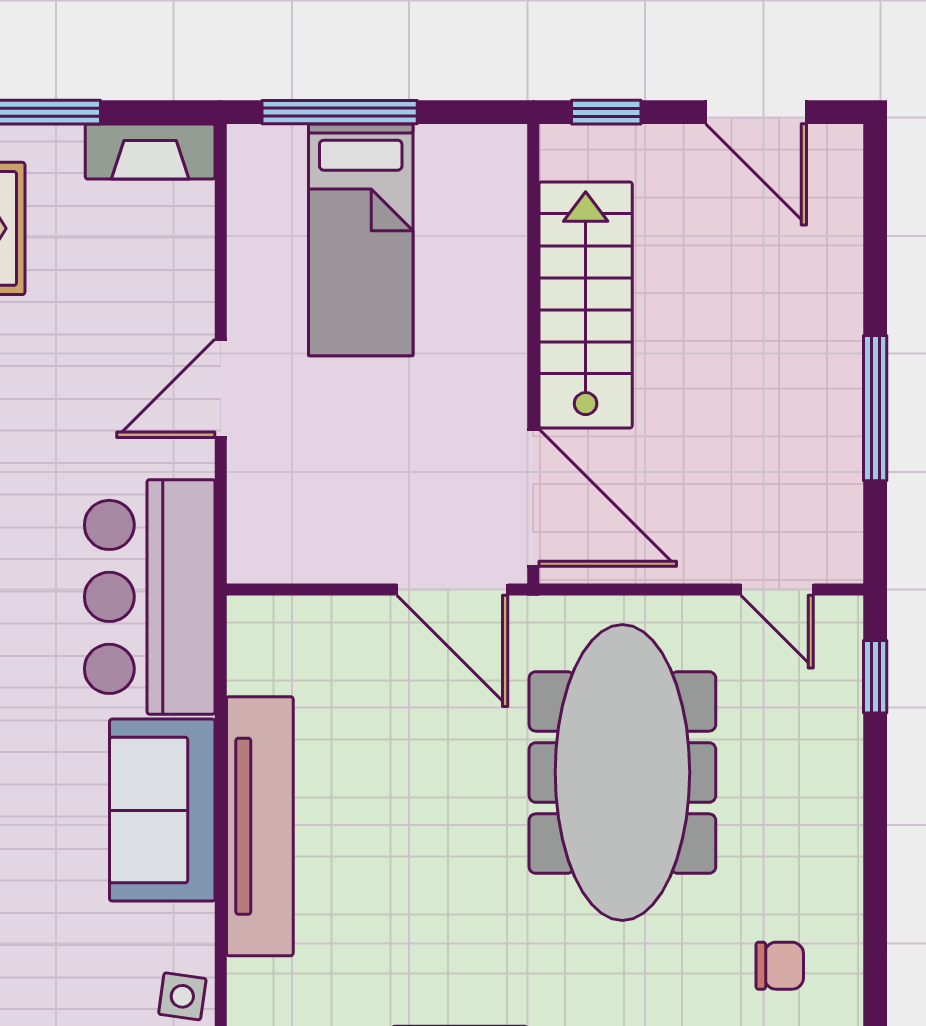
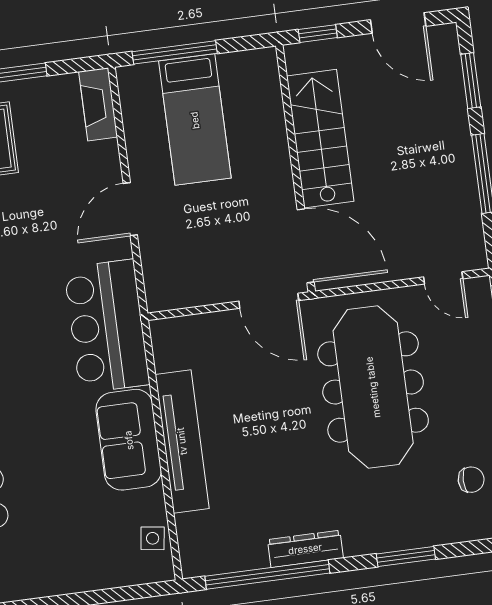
fireplace: (150, 152) -> (98, 104), moved, turned 90
window: (875, 235) -> (471, 81), added

